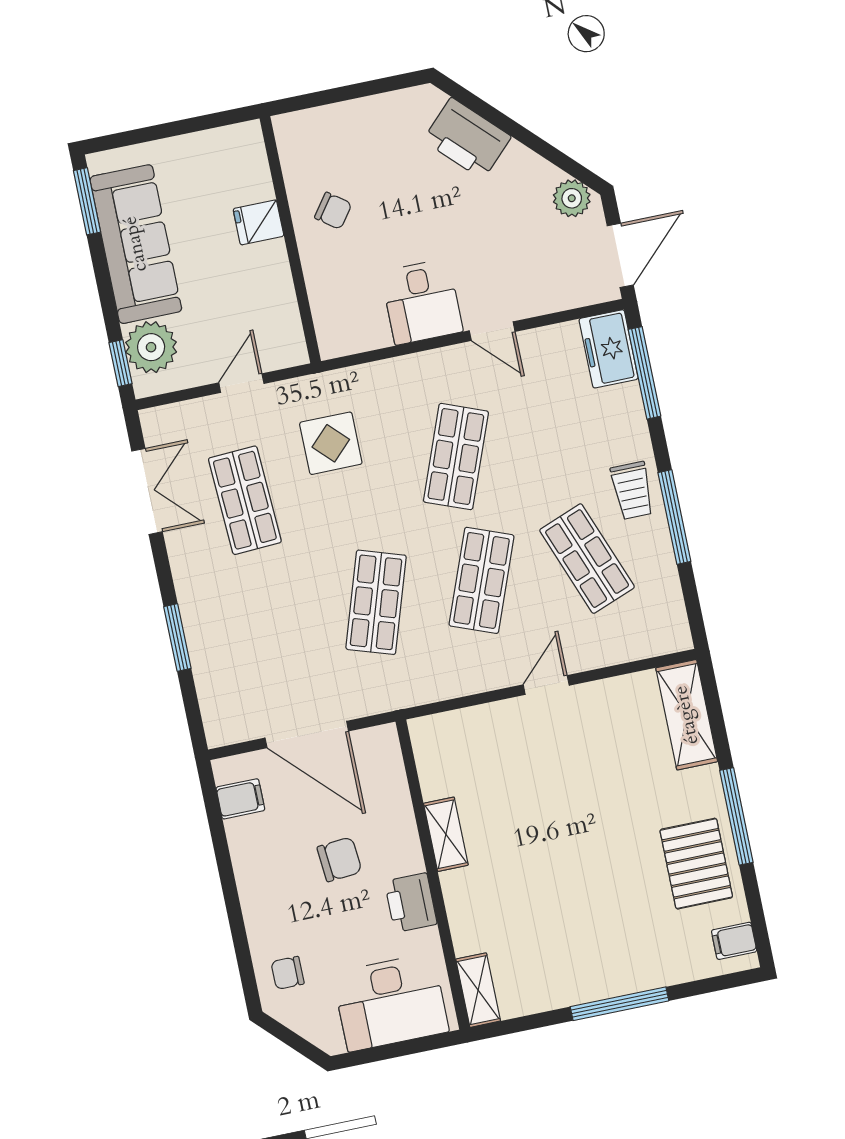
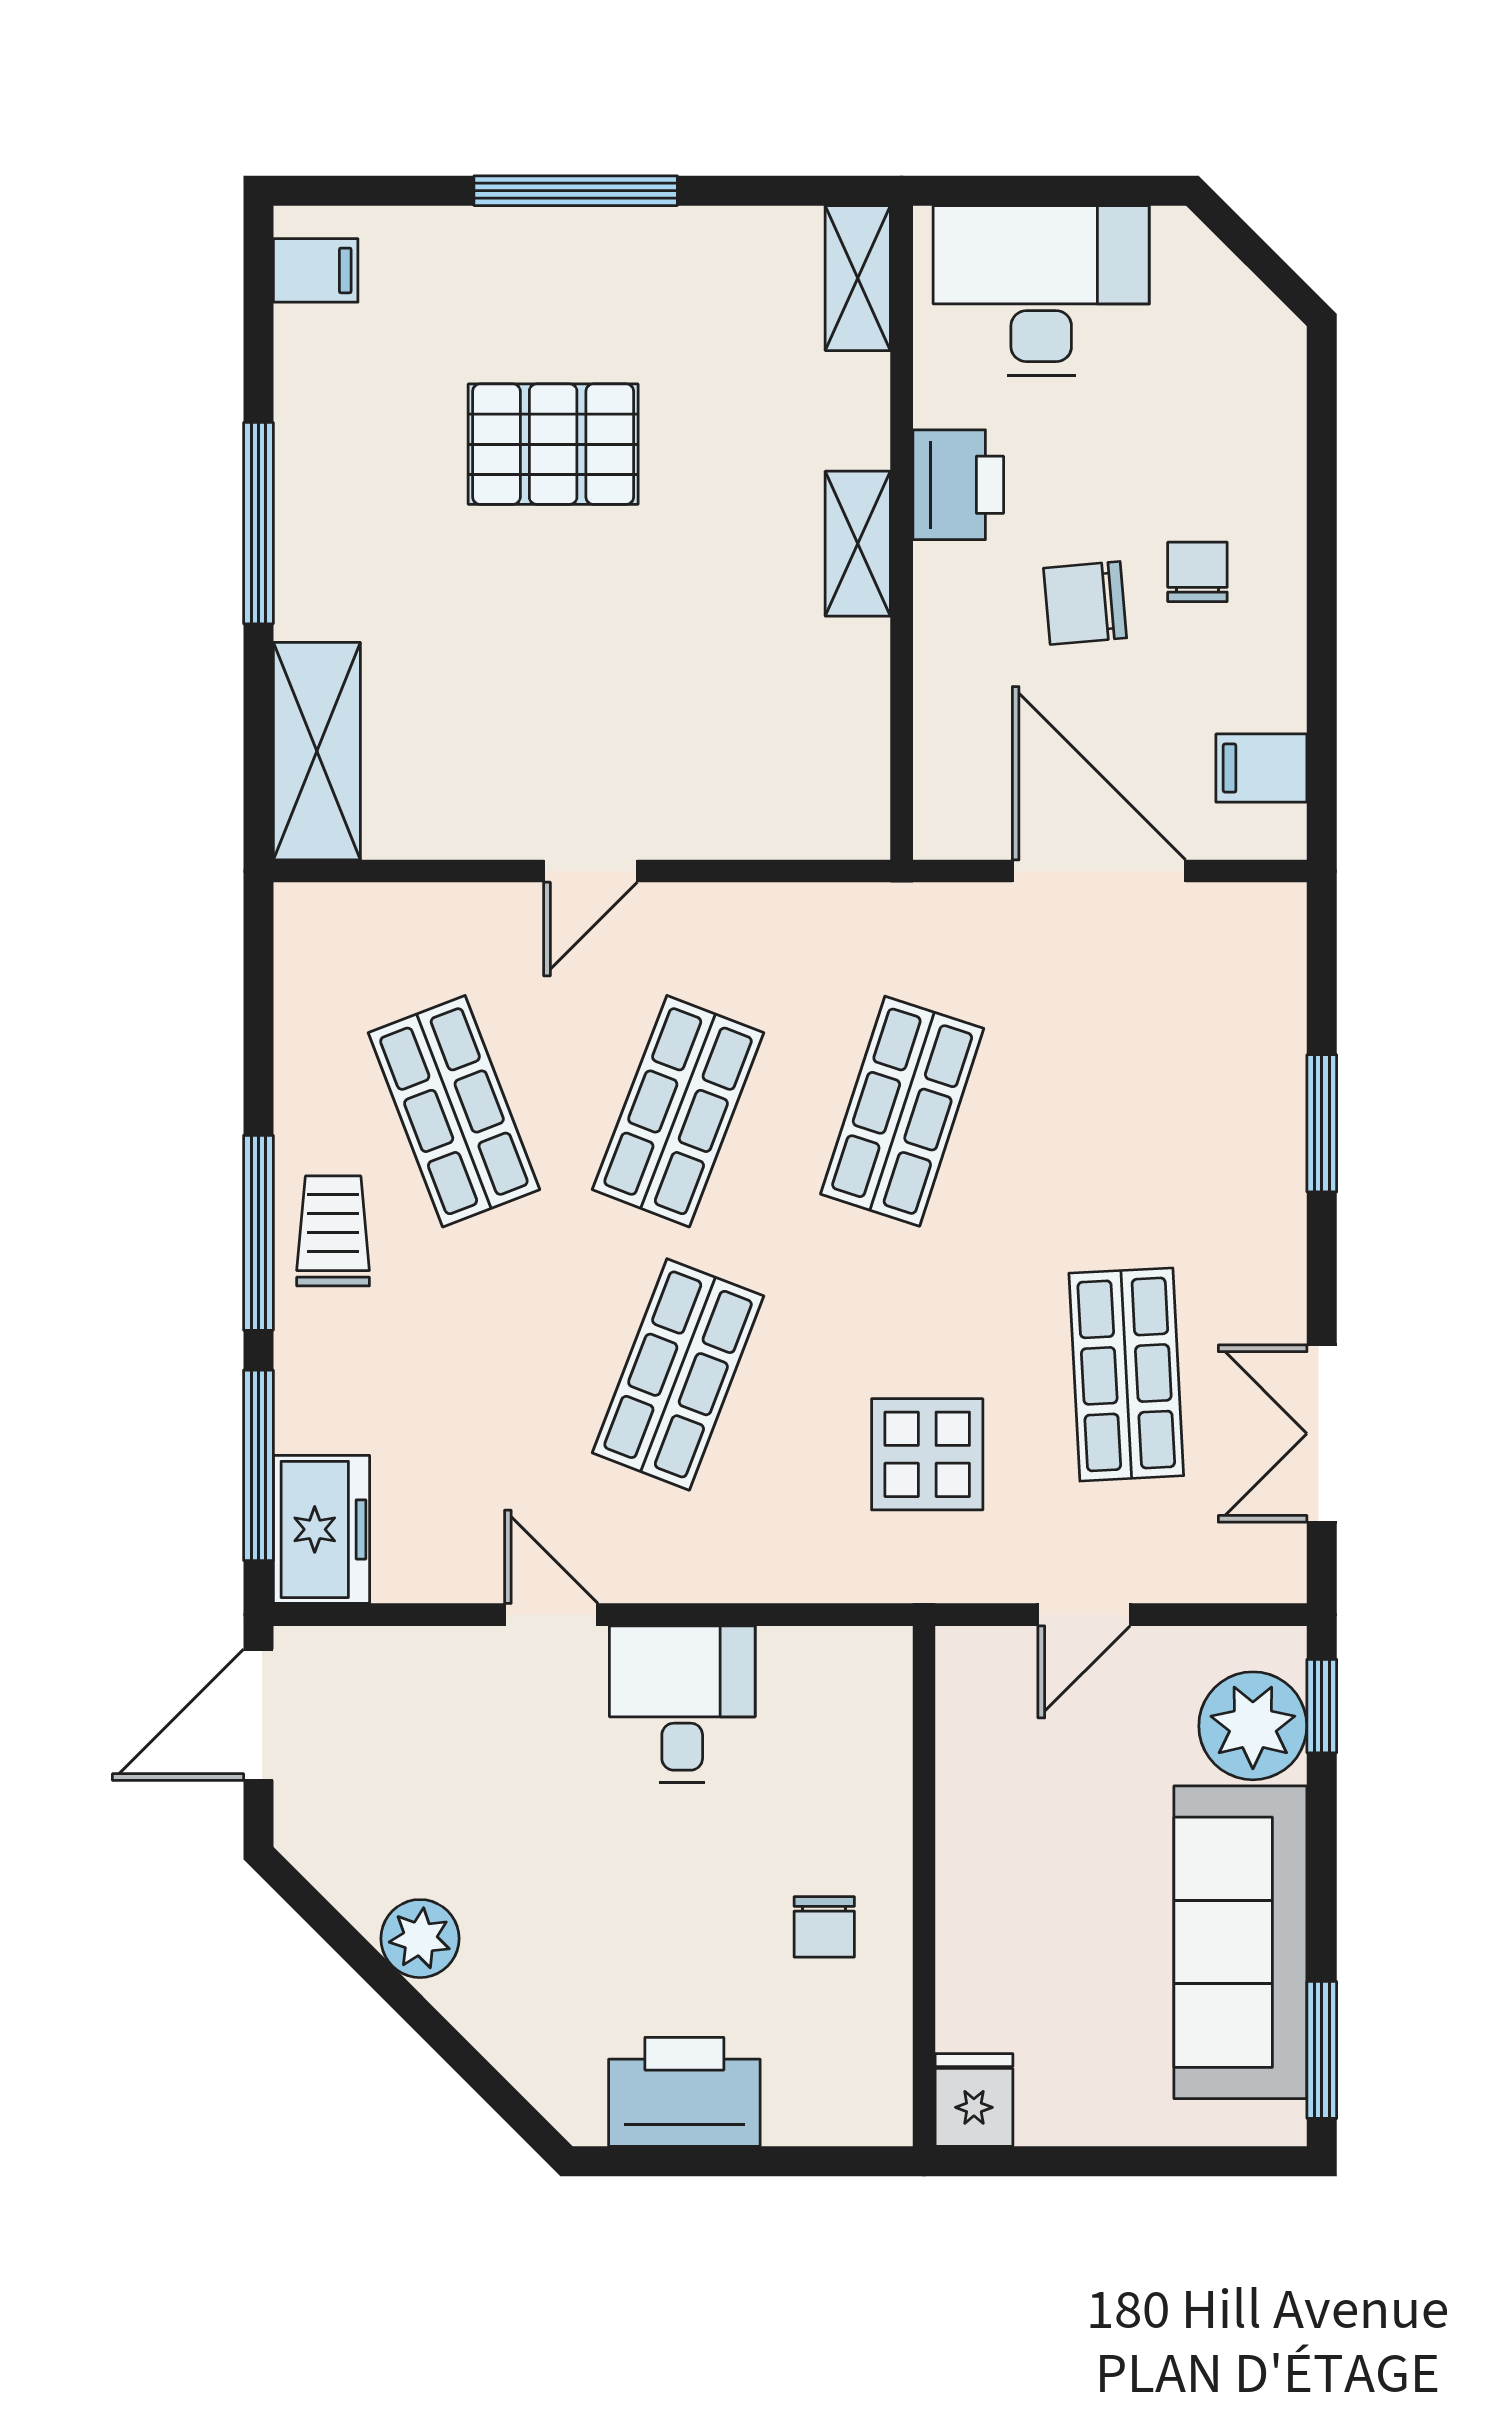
printer: (467, 138) -> (684, 2092), moved, turned -45
plant: (572, 198) -> (420, 1939), moved
chair: (333, 211) -> (824, 1927), turned -126
fridge: (258, 222) -> (974, 2100), moved, turned -90
window: (674, 517) -> (258, 1233), moved
shelving: (446, 834) -> (858, 544), moved
pallet: (696, 864) -> (553, 444), moved, turned 90
chair: (288, 973) -> (1197, 572), moved, turned -90

